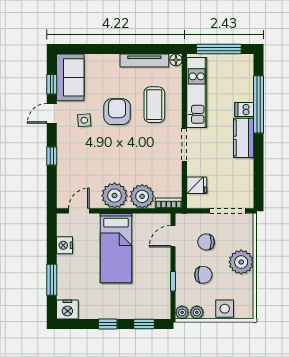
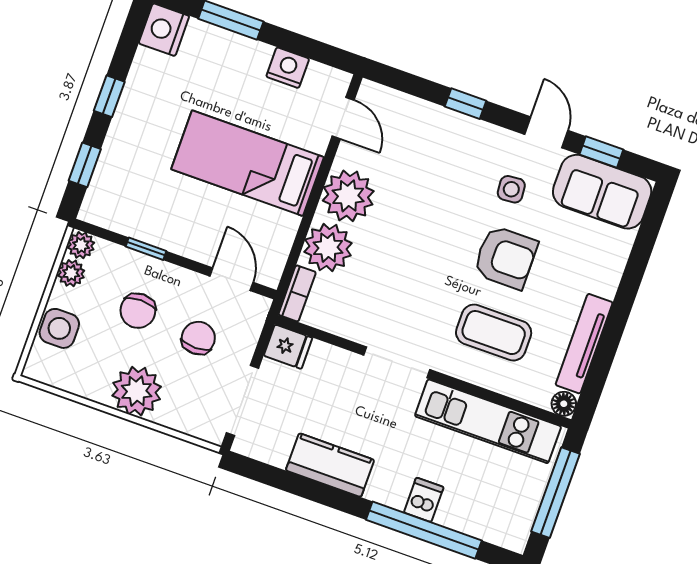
kitchen counter: (244, 138) -> (330, 465), moved
fridge: (197, 185) -> (288, 347), moved, turned -90

